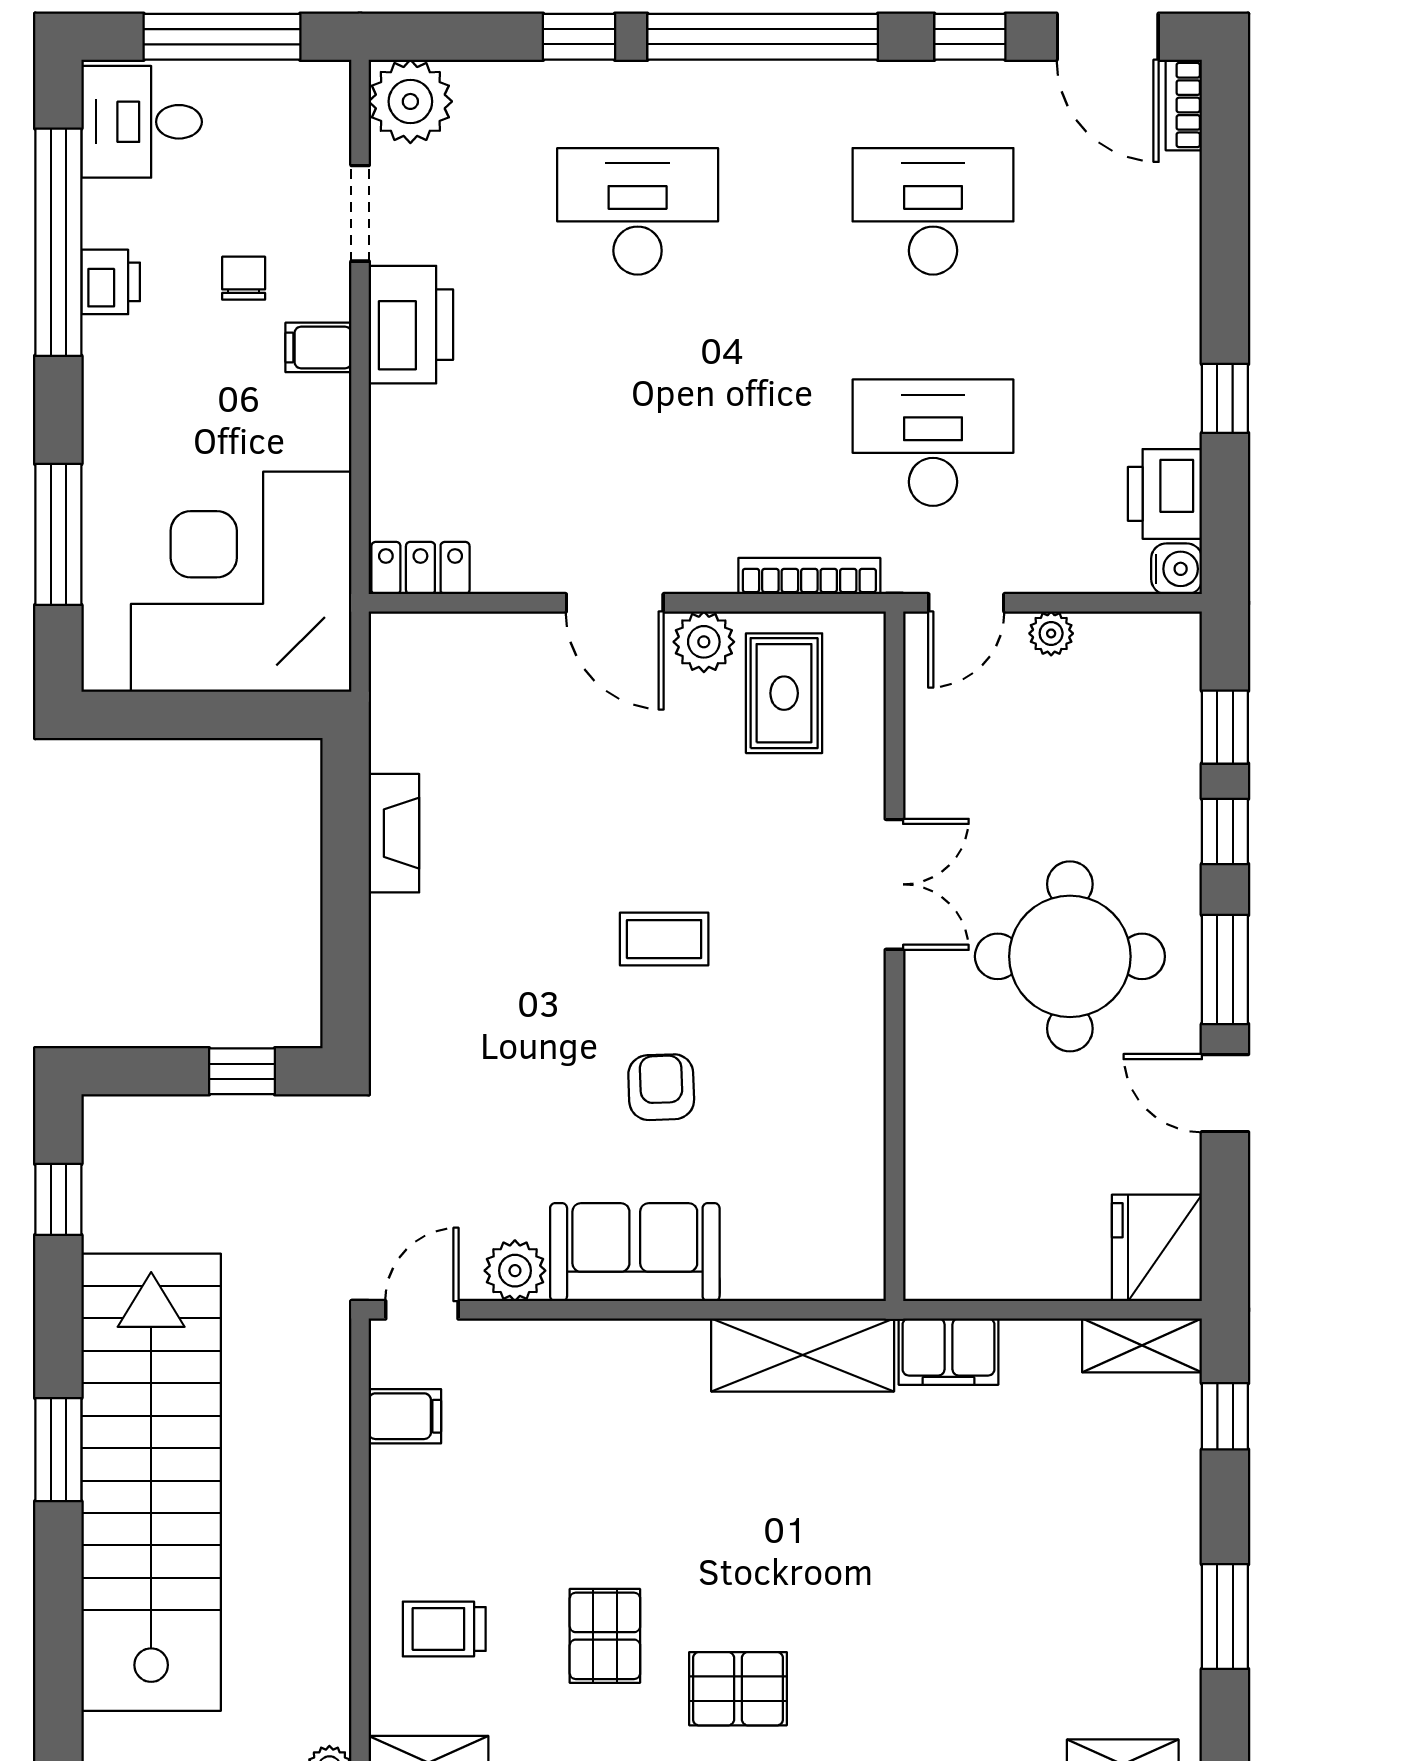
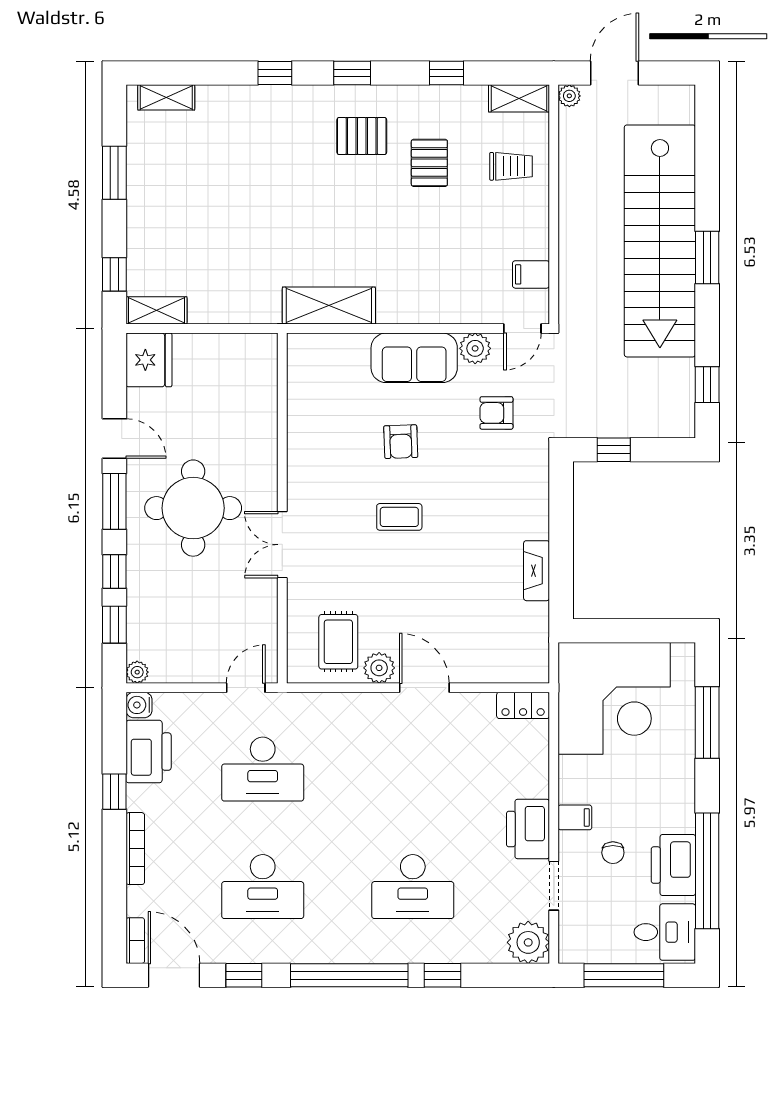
printer: (111, 282) -> (673, 865), width x1.87, depth x1.48
printer: (1165, 494) -> (149, 752), width x1.37, depth x1.19
bookcase: (809, 576) -> (135, 849), moved, turned -90
plant: (1051, 633) -> (137, 672), moved
armchair: (473, 1144) -> (496, 413), added
filing cabinet: (949, 1352) -> (255, 307), removed

